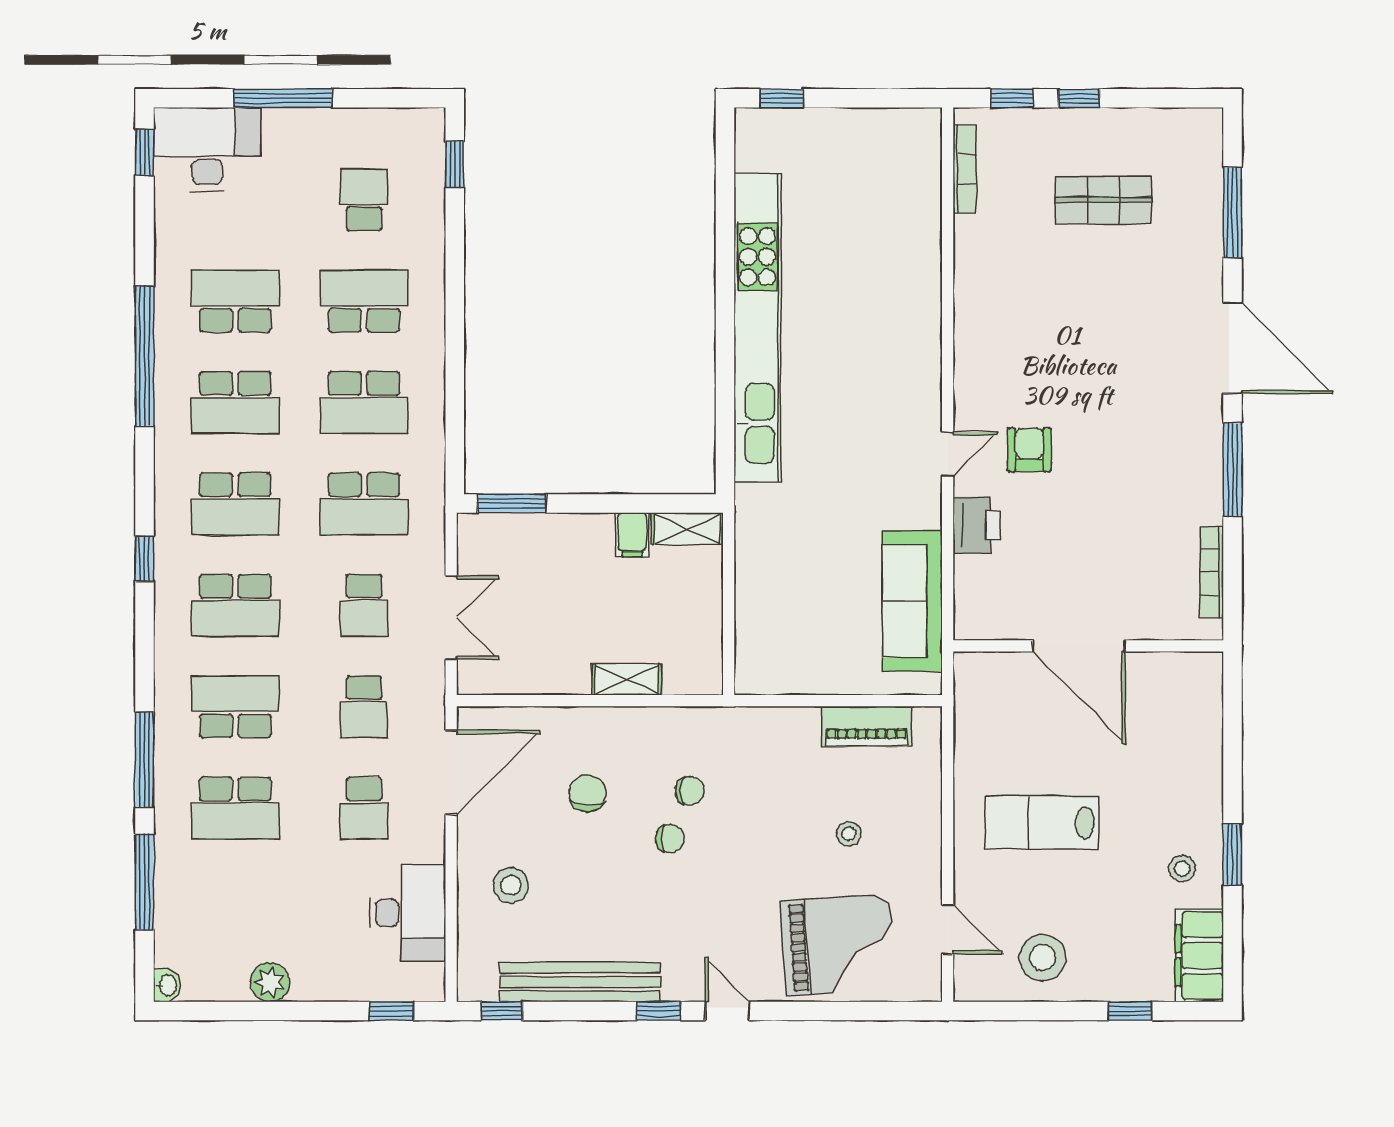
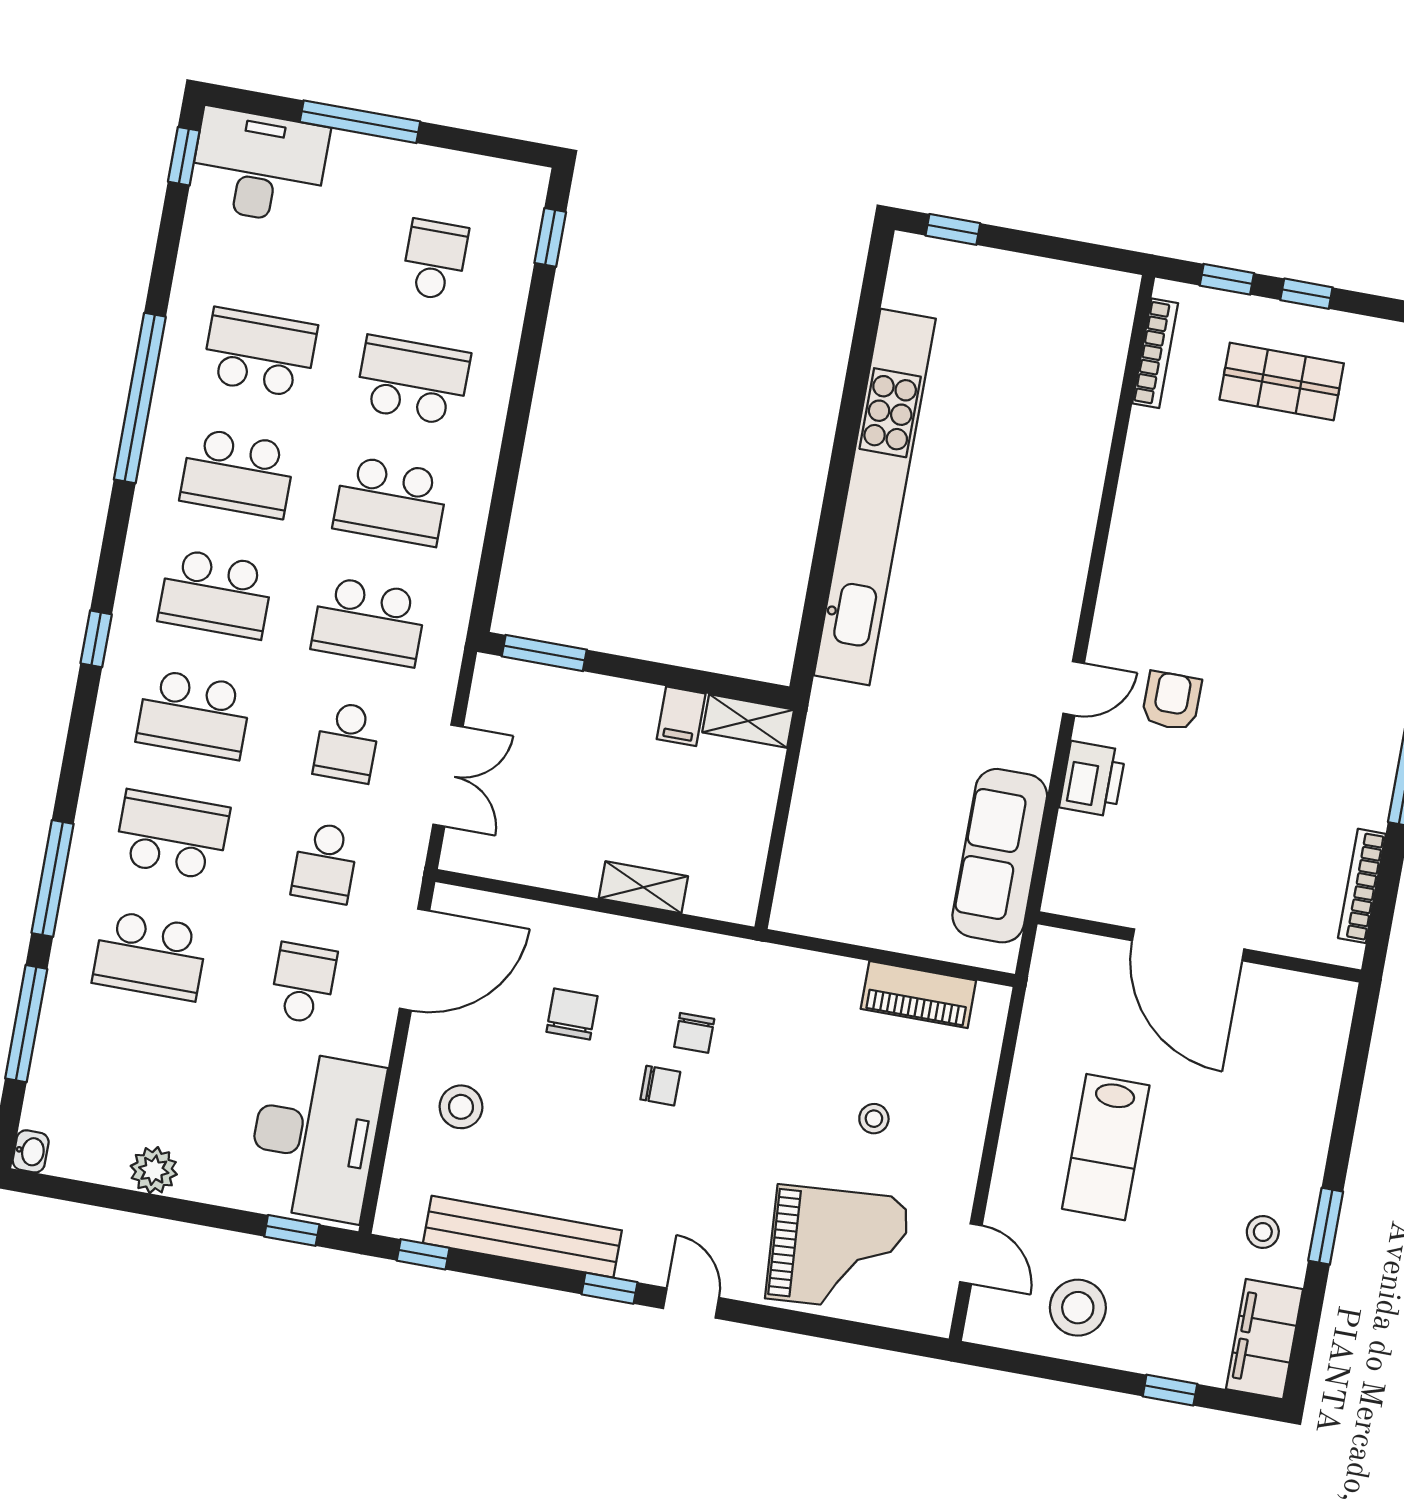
shop shelf: (1103, 200) -> (1282, 382), moved
chair: (690, 791) -> (694, 1033), turned 90
school desk: (364, 808) -> (303, 983), turned 180
lab bench: (1042, 823) -> (1106, 1147), turned -90
desk: (408, 913) -> (315, 1136), width x1.36, depth x1.30

